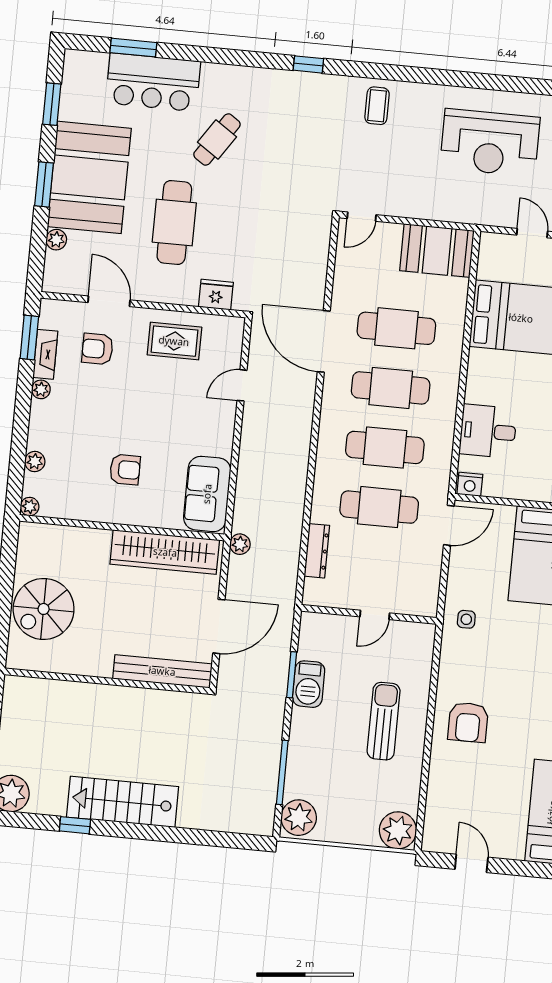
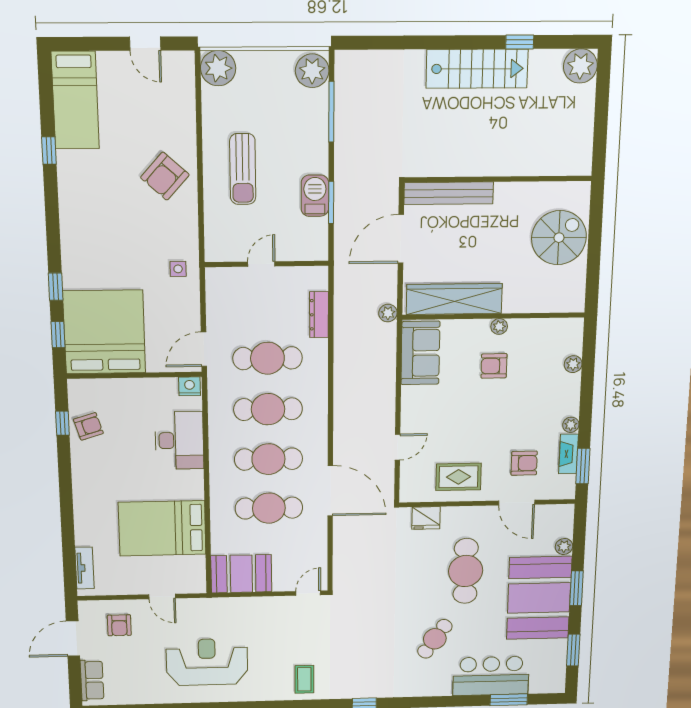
desk: (488, 431) -> (179, 440), width x1.37
plant: (30, 507) -> (499, 326), moved
armchair: (468, 722) -> (165, 176), turned -138

